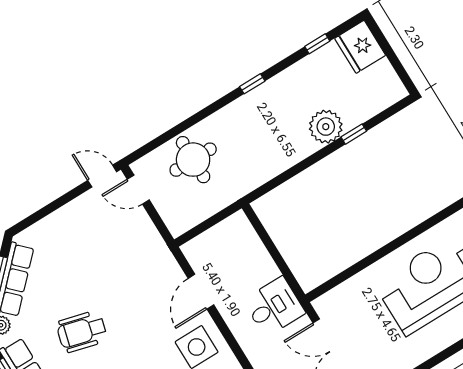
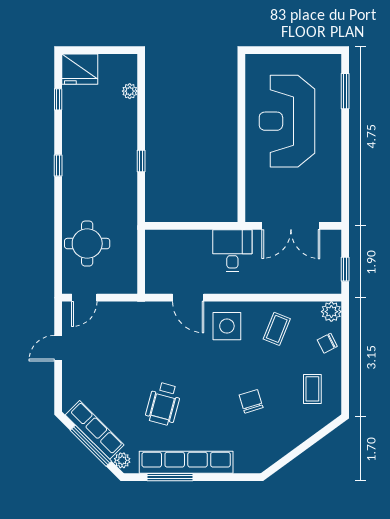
plant: (326, 127) -> (130, 91), moved, width x0.53, depth x0.53
window: (354, 134) -> (141, 161), moved
door: (102, 176) -> (58, 348), moved

